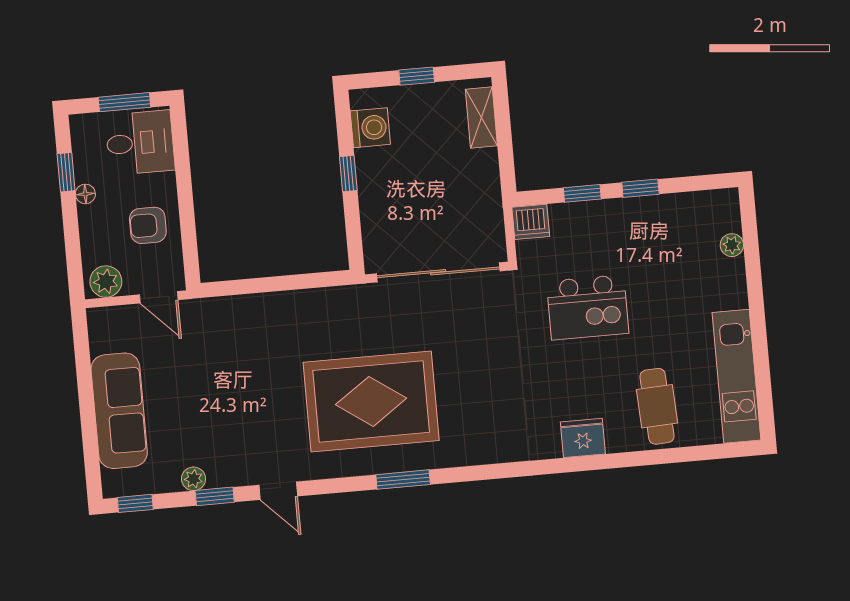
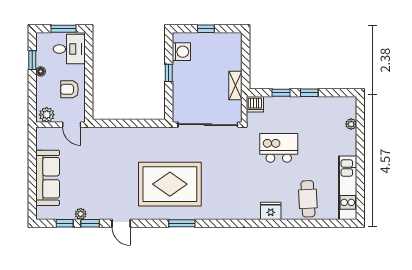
shelving: (481, 117) -> (235, 85), moved
kitchen island: (588, 307) -> (279, 148), turned 180
window: (135, 503) -> (65, 223), moved

